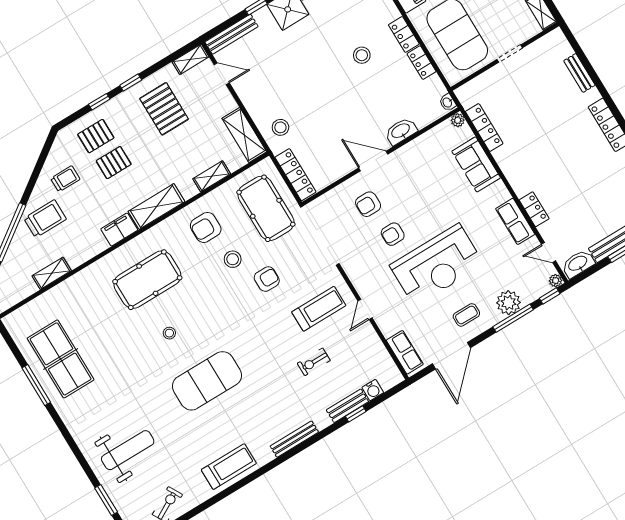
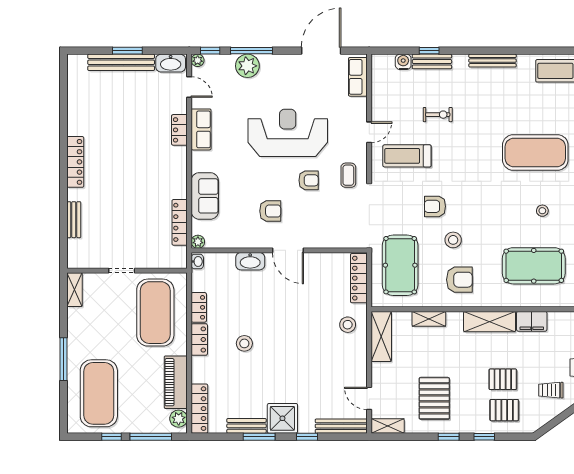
armchair: (368, 204) -> (270, 211), moved
coffee table: (466, 315) -> (348, 175), moved, turned 90

